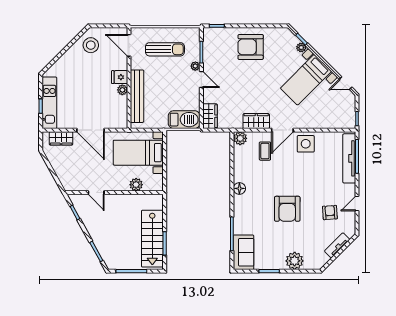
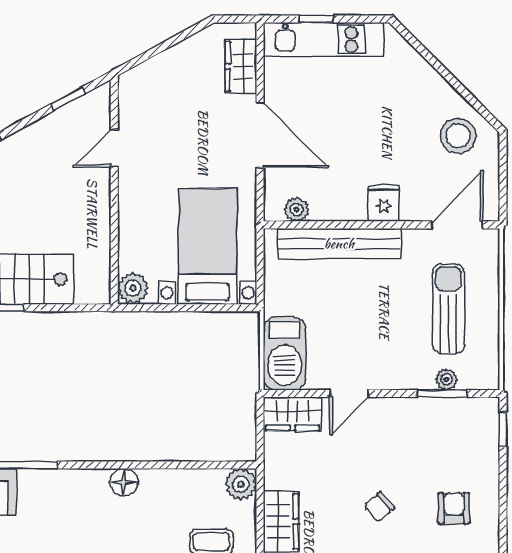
armchair: (251, 47) -> (454, 508), width x0.53, depth x0.53
sun lounger: (165, 49) -> (448, 309), turned 180
plant: (195, 66) -> (447, 379), moved
door: (201, 79) -> (349, 393), moved
chair: (250, 79) -> (379, 507), added
plant: (122, 90) -> (297, 209), moved
door: (90, 130) -> (260, 135), swing flipped
plant: (136, 185) -> (133, 288), moved

